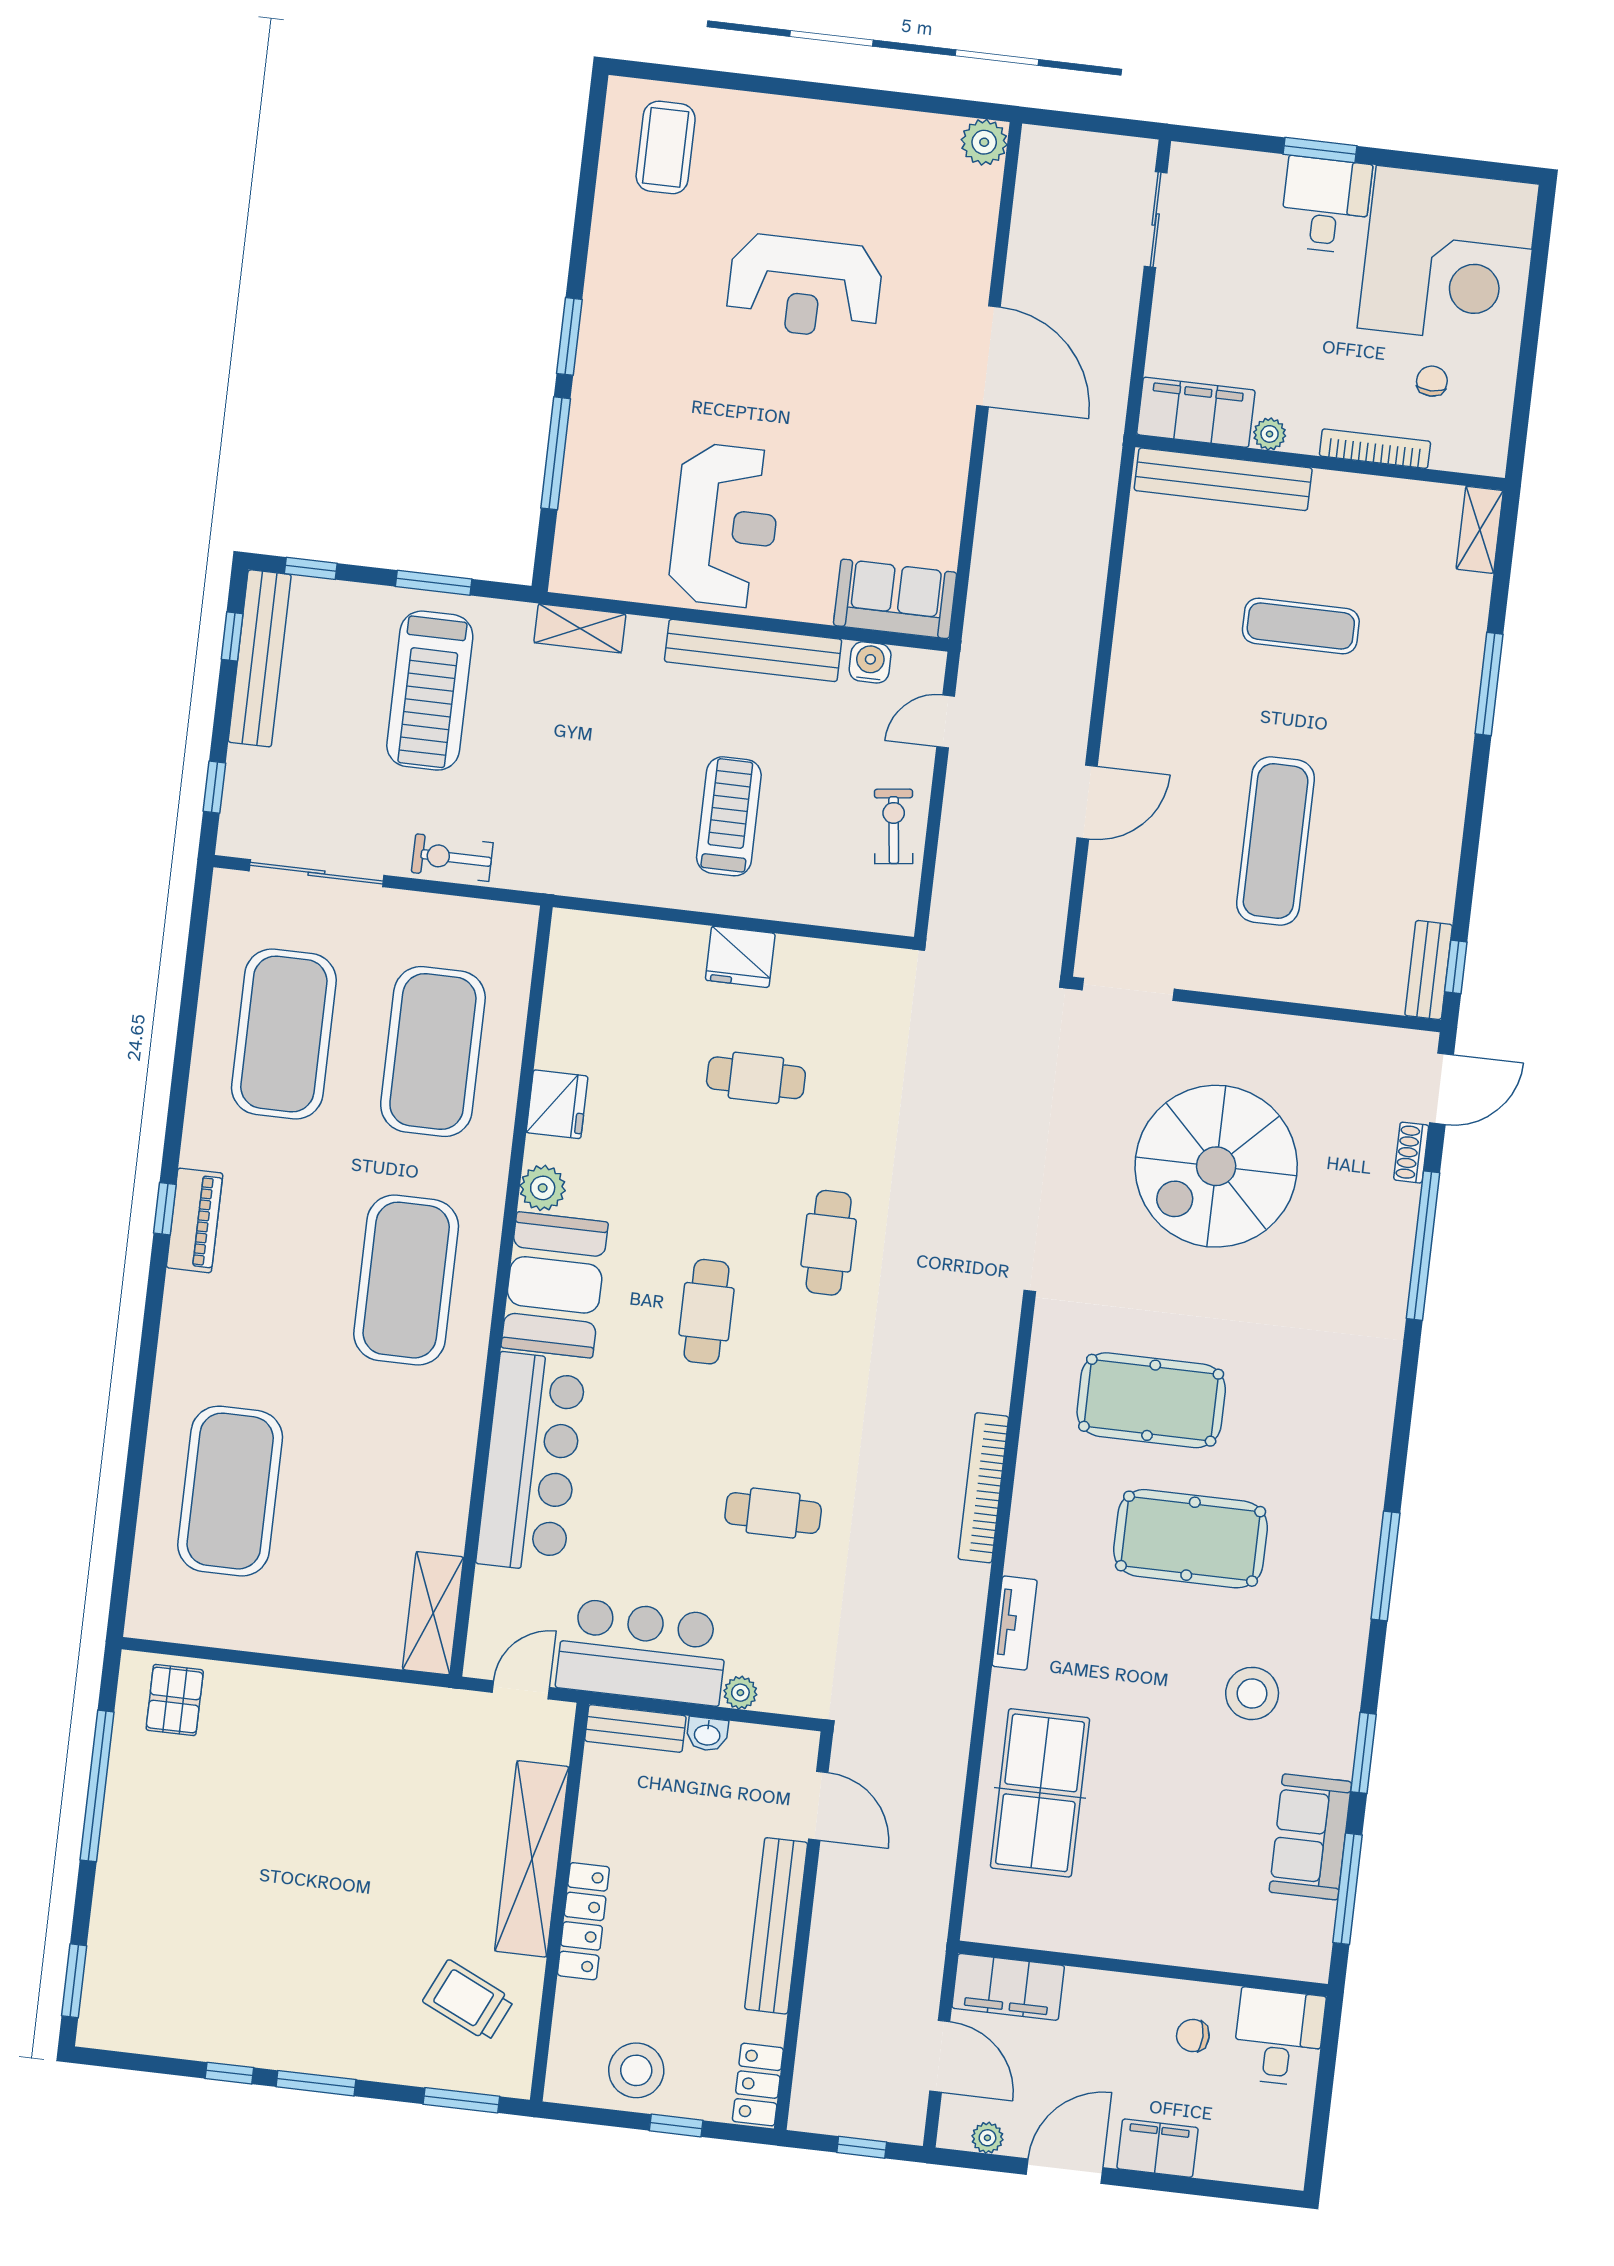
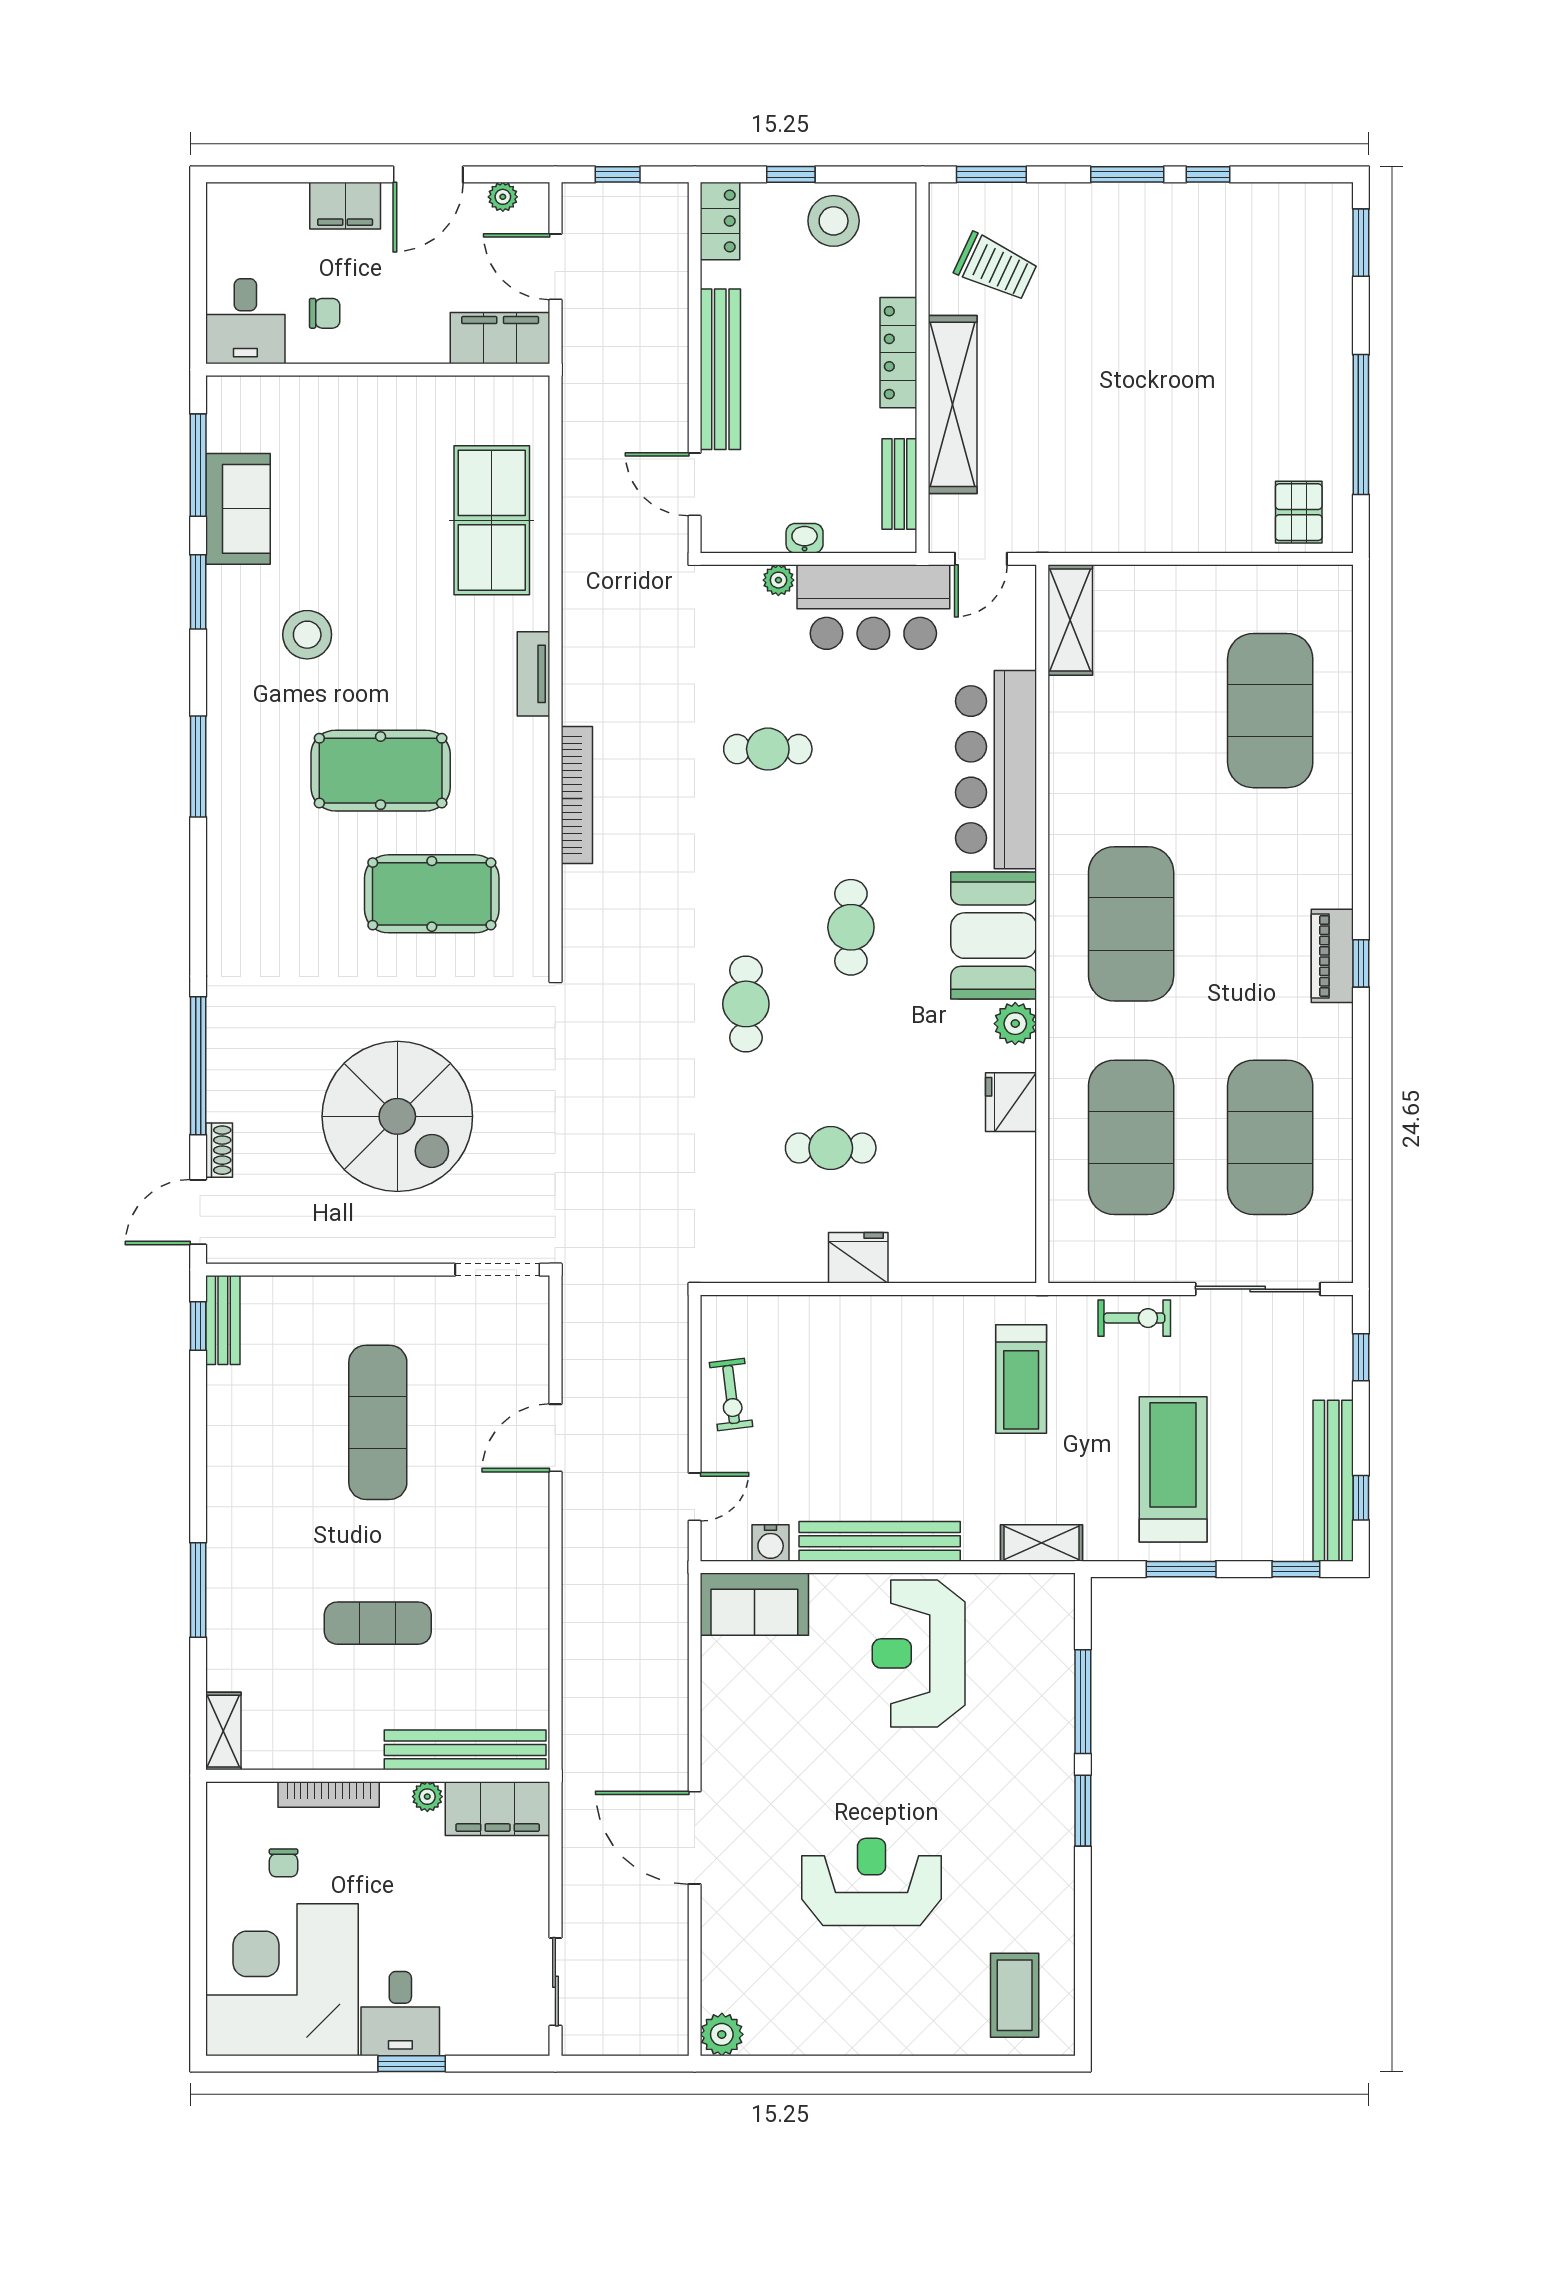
treadmill: (729, 816) -> (1021, 1379), moved
spiral stairs: (1216, 1166) -> (397, 1116), turned 90
bench: (635, 1728) -> (899, 484), moved, turned 90

